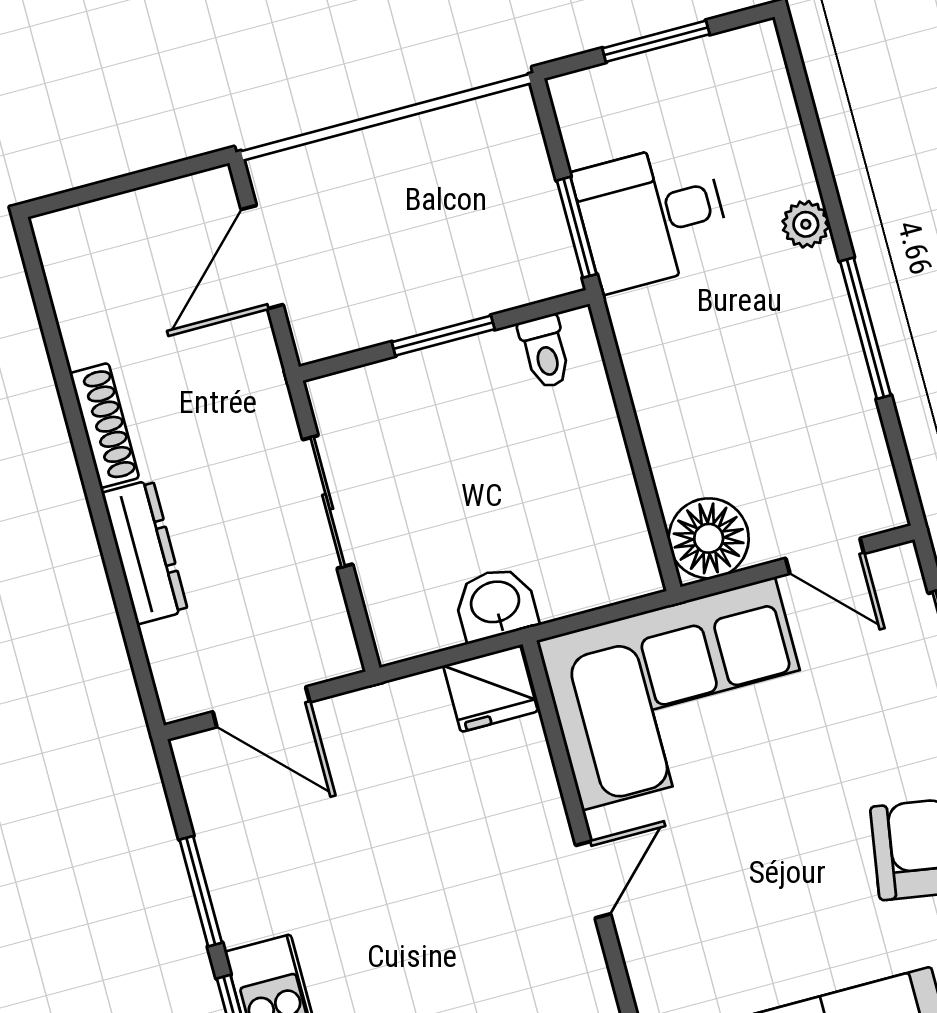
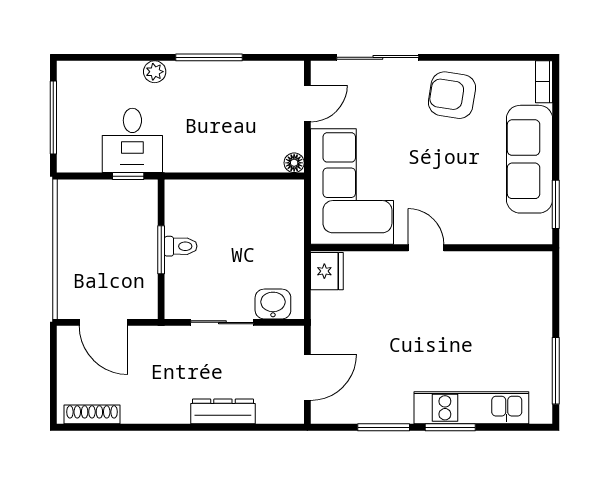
window: (656, 41) -> (53, 117), width x1.44
window: (577, 227) -> (128, 176), width x0.67
toilet: (545, 352) -> (181, 246), moved
shoe rack: (104, 426) -> (92, 414), moved
floor lamp: (709, 538) -> (294, 163), width x0.53, depth x0.53
washbasin: (495, 604) -> (273, 304), moved, turned 90

